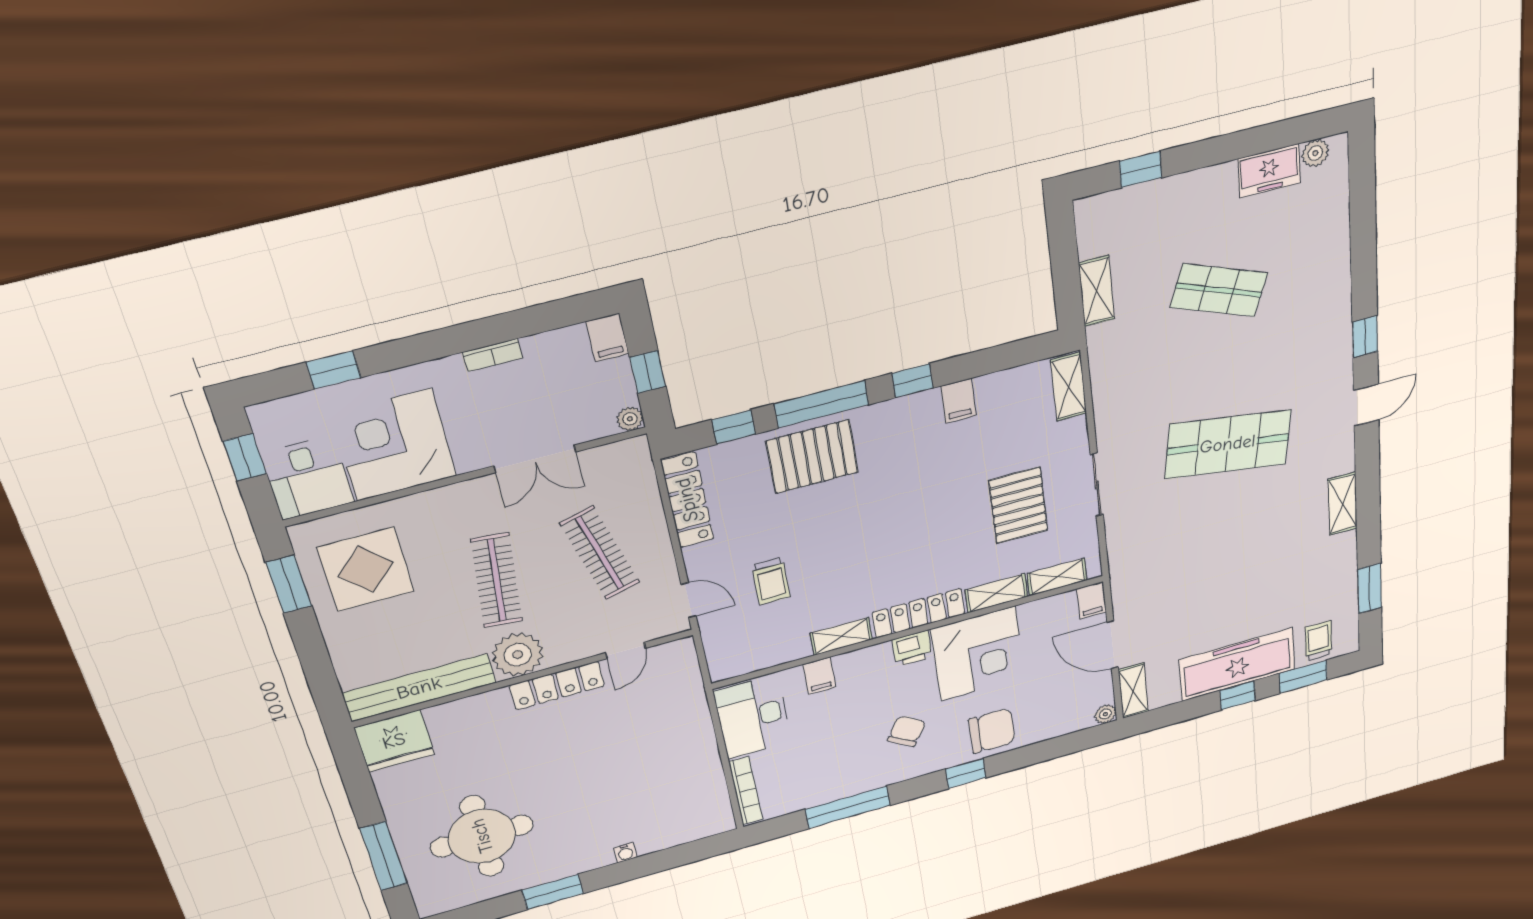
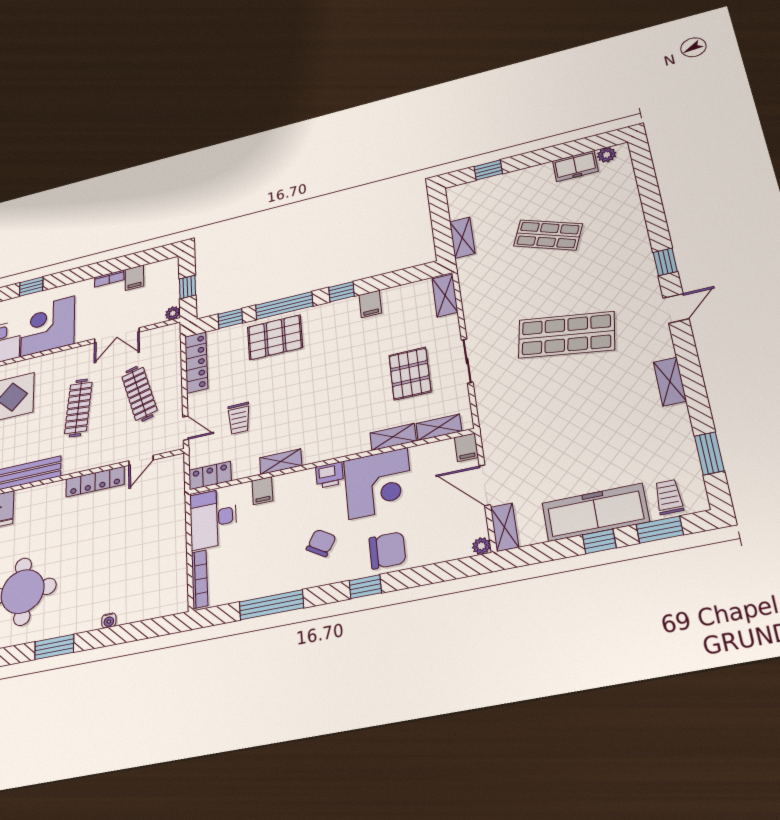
filing cabinet: (607, 338) -> (134, 278), moved
locker: (918, 613) -> (210, 475), moved, width x0.66
plant: (518, 655) -> (78, 458), removed

